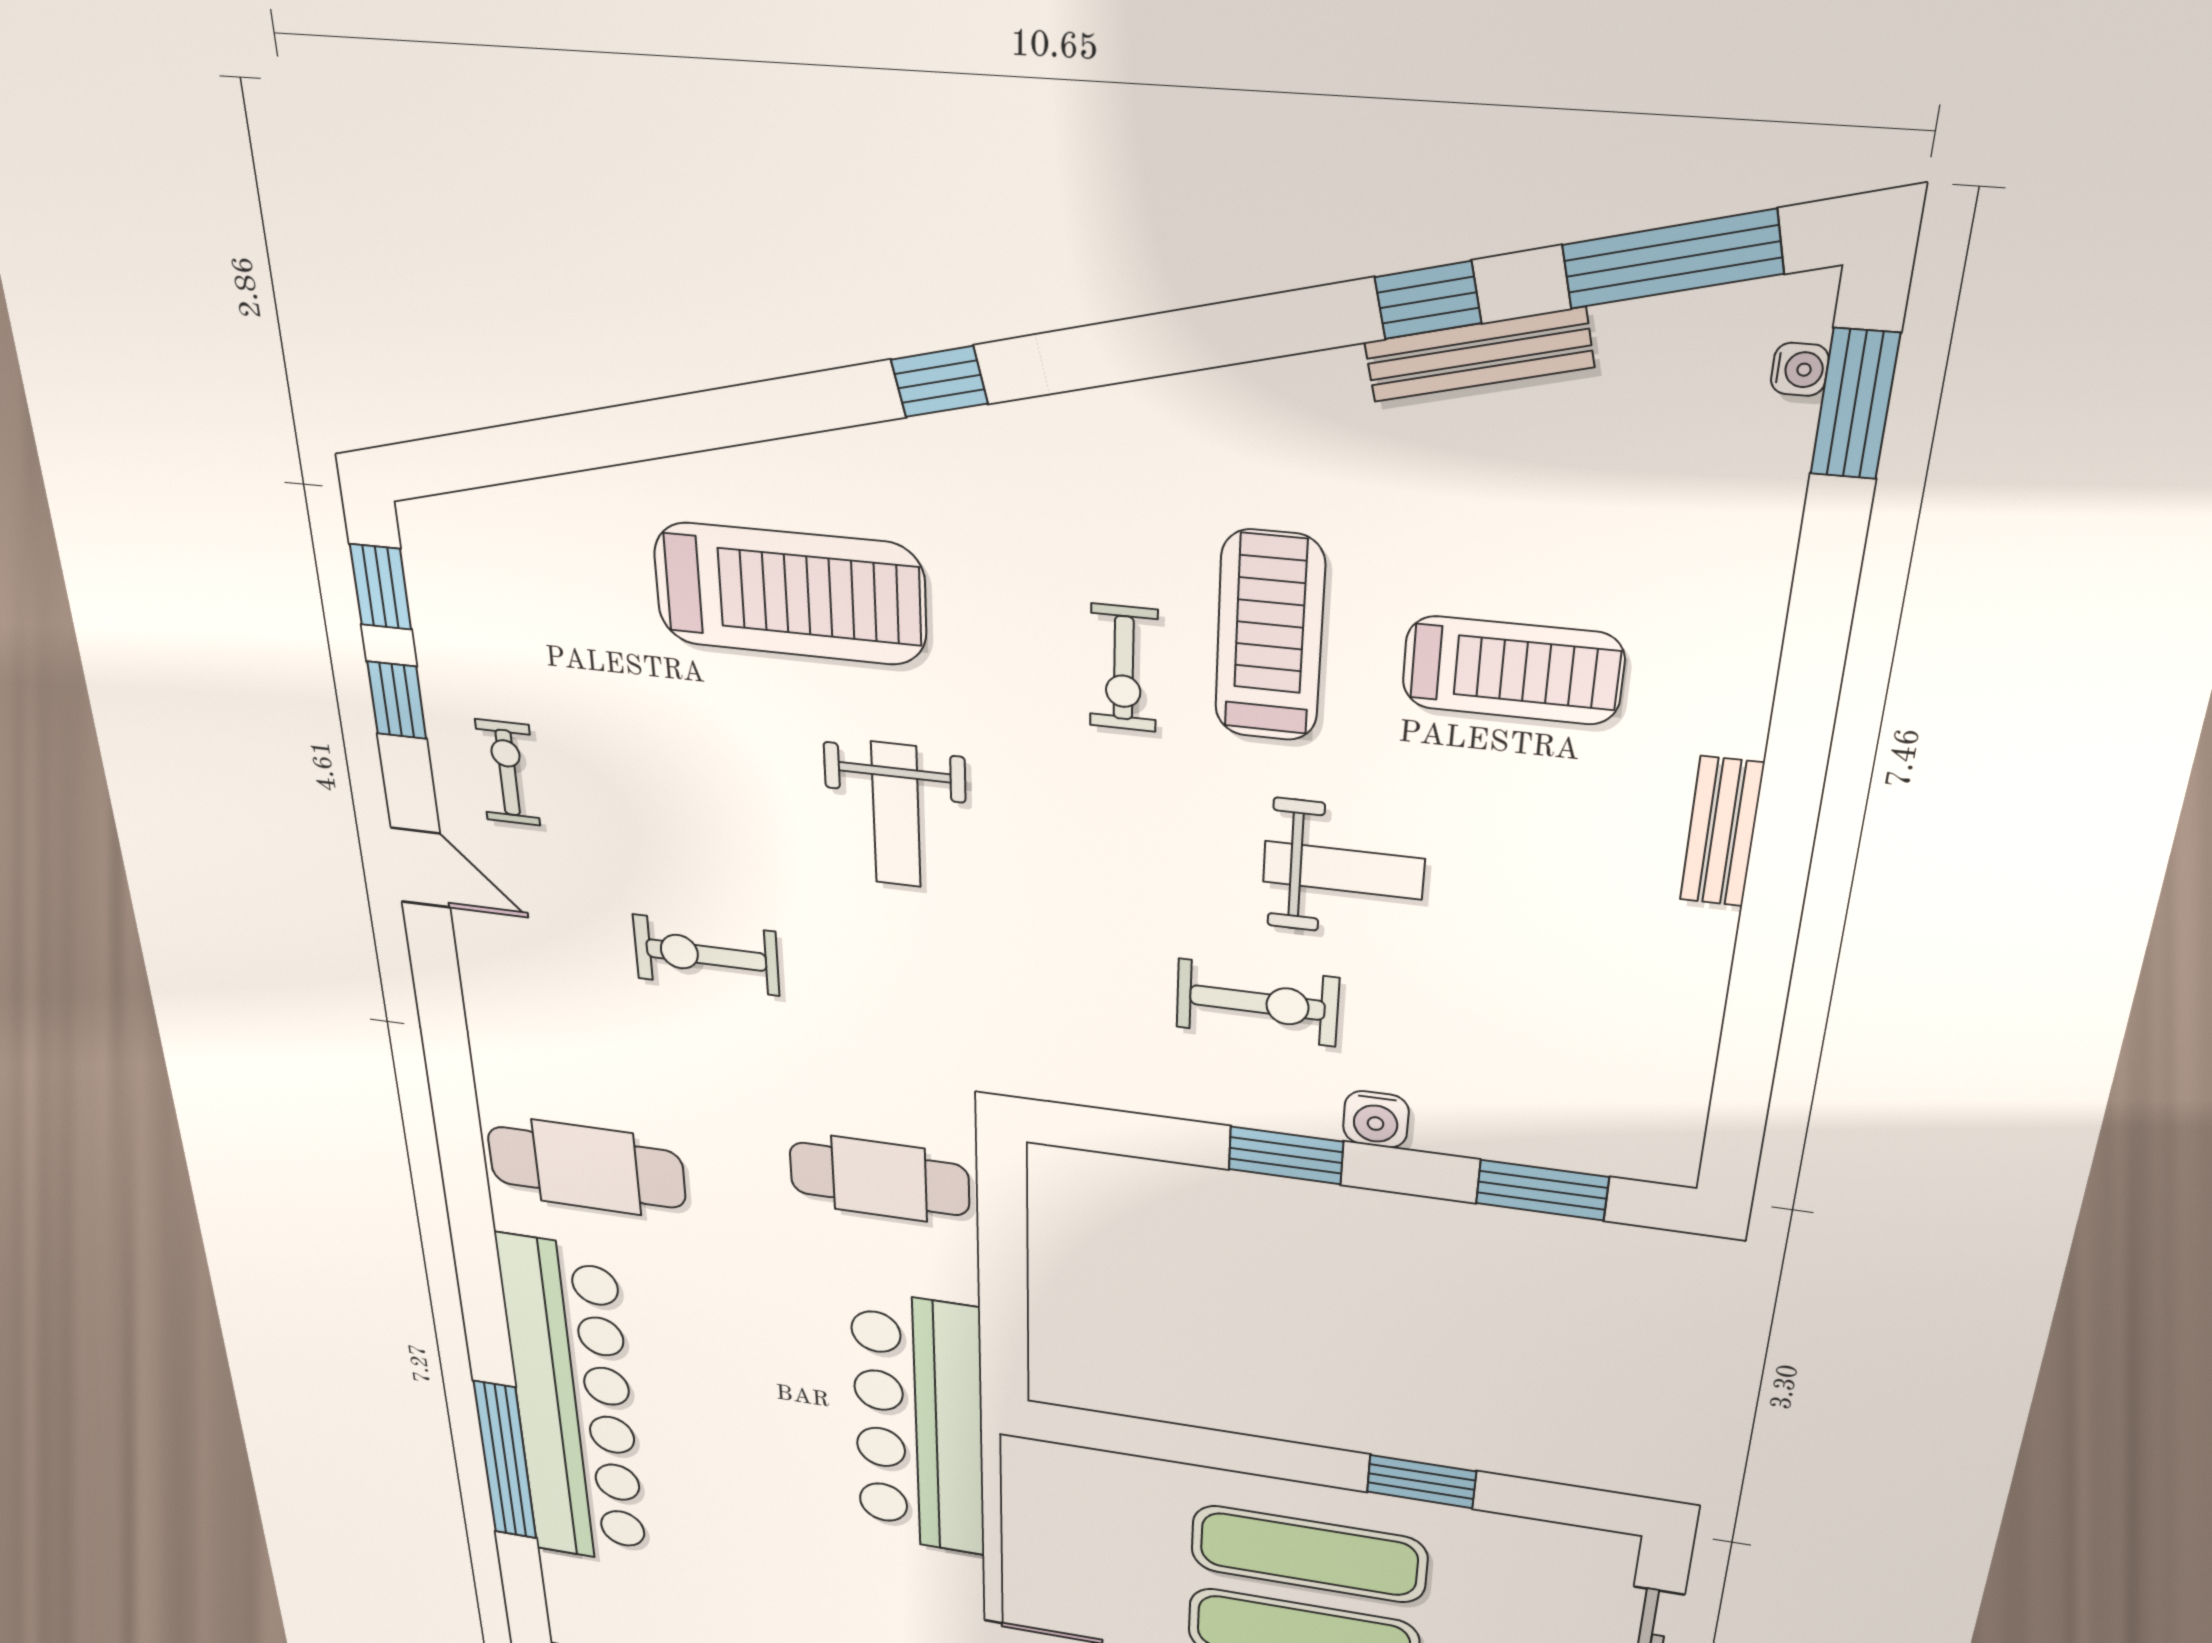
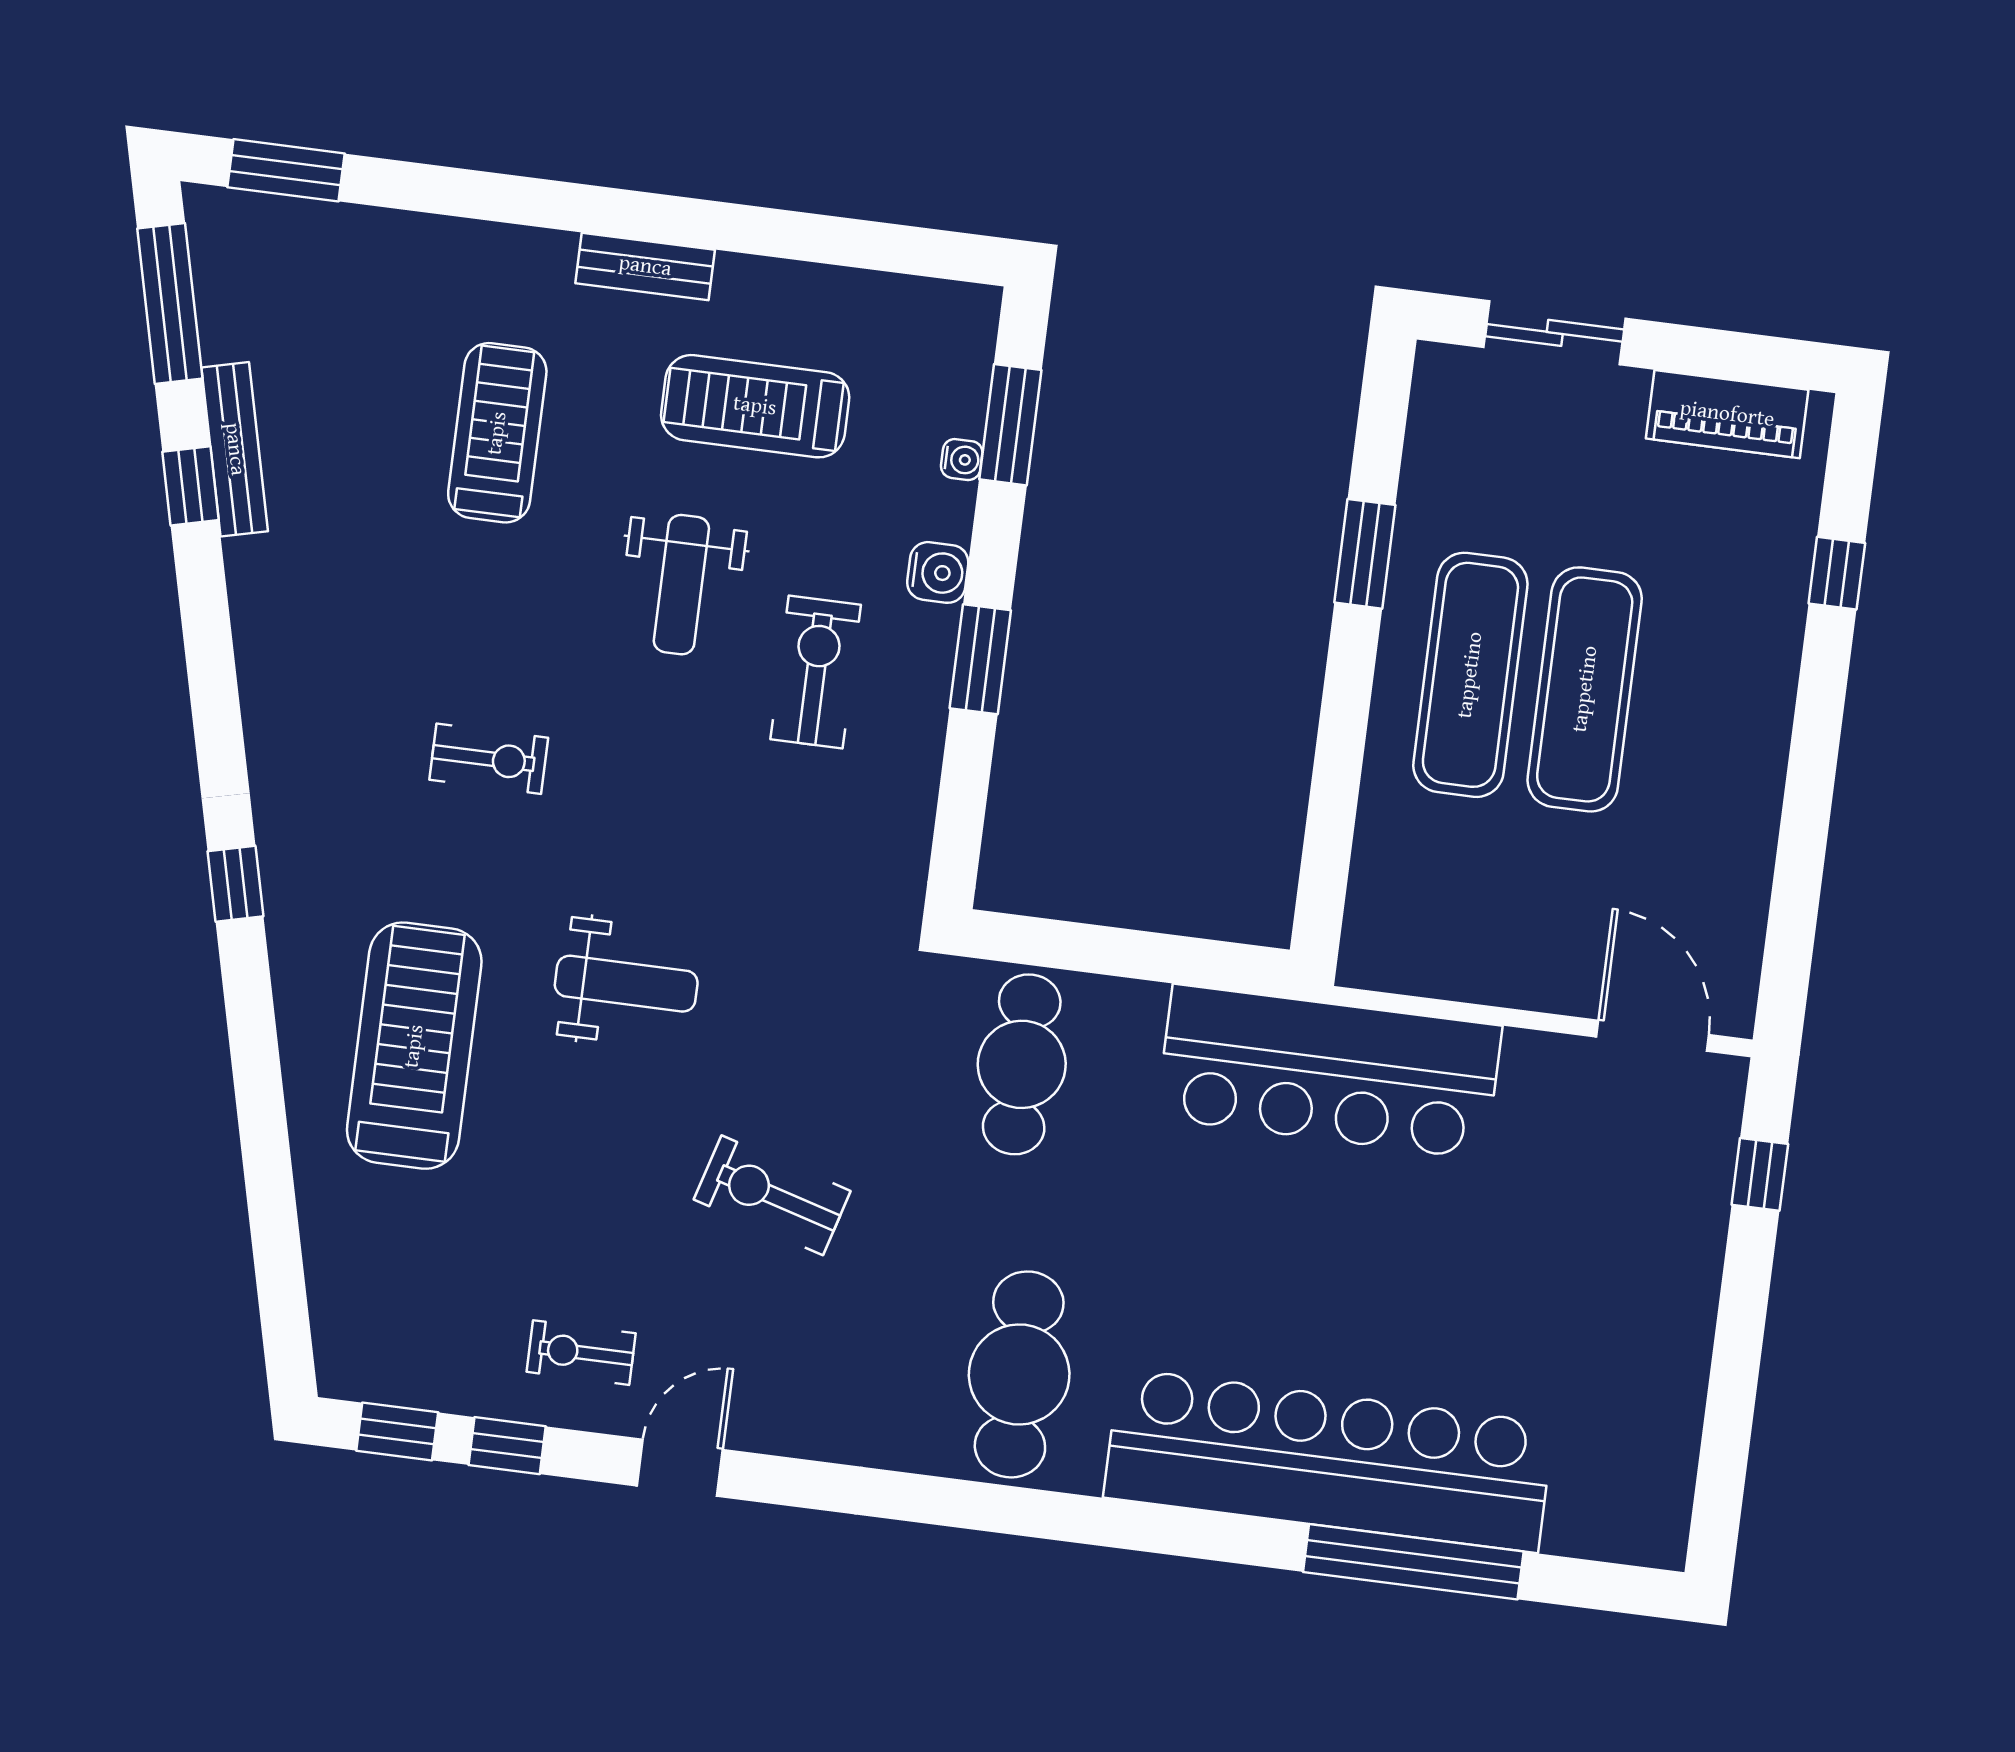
water cooler: (1800, 369) -> (962, 460), moved, turned 90
treadmill: (1269, 636) -> (755, 406), moved
weight bench: (1343, 870) -> (681, 585), turned 180
exercise bike: (706, 955) -> (772, 1195), turned 106

